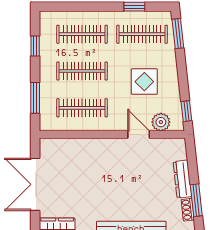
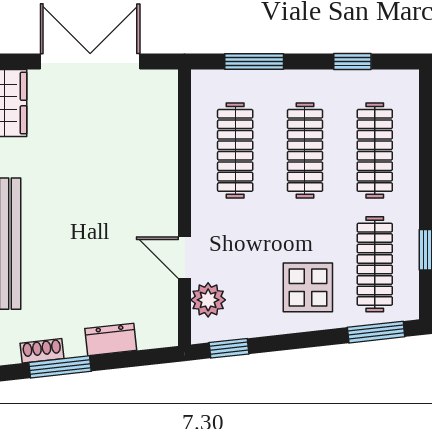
display table: (144, 82) -> (308, 287), moved
door: (139, 135) -> (184, 258), swing flipped
dresser: (182, 179) -> (111, 339), width x0.70

